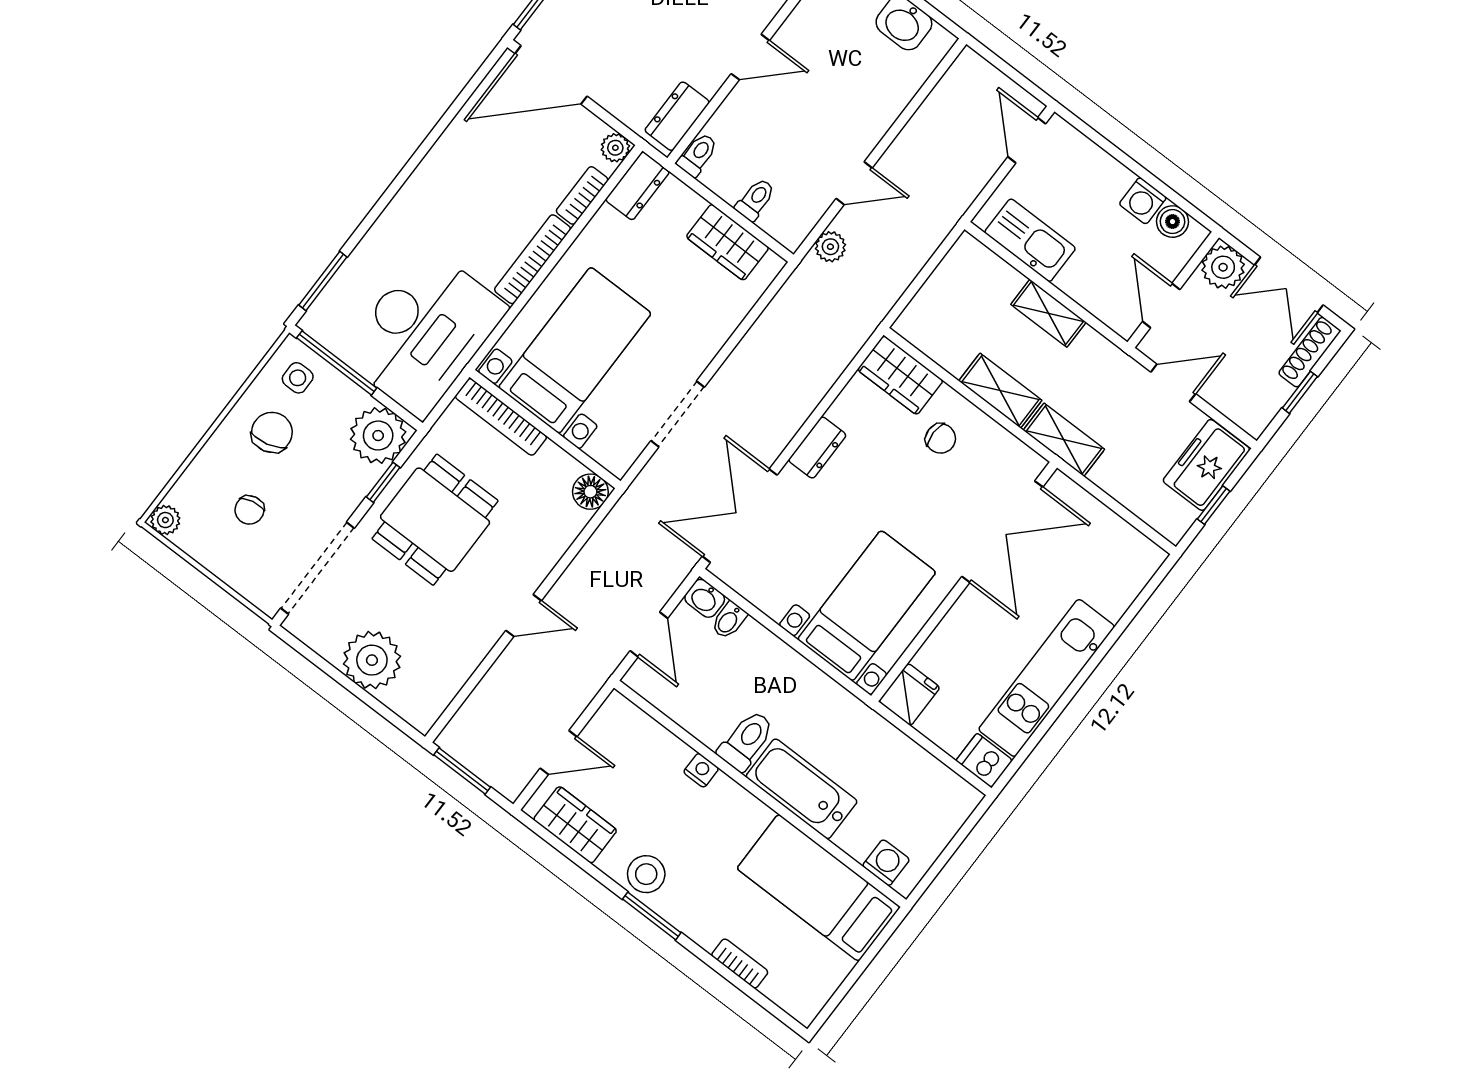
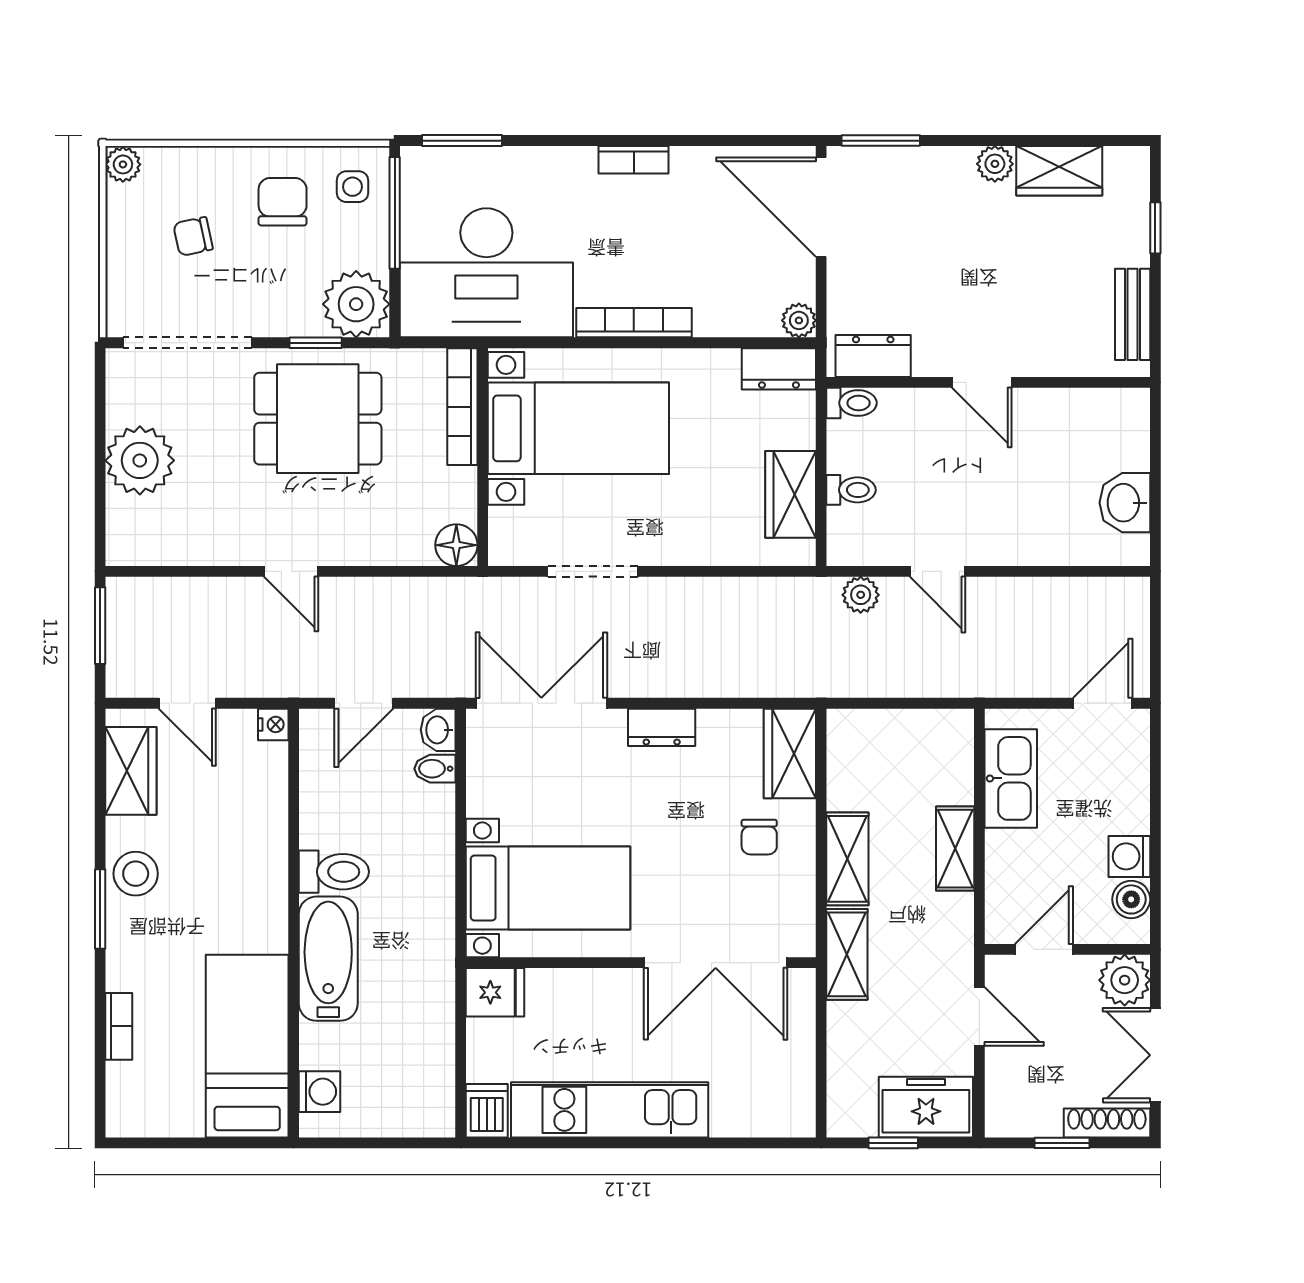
bookcase: (582, 195) -> (634, 160), moved, turned 180
chair: (272, 432) -> (283, 202), turned -76
nightstand: (701, 770) -> (273, 724), moved

